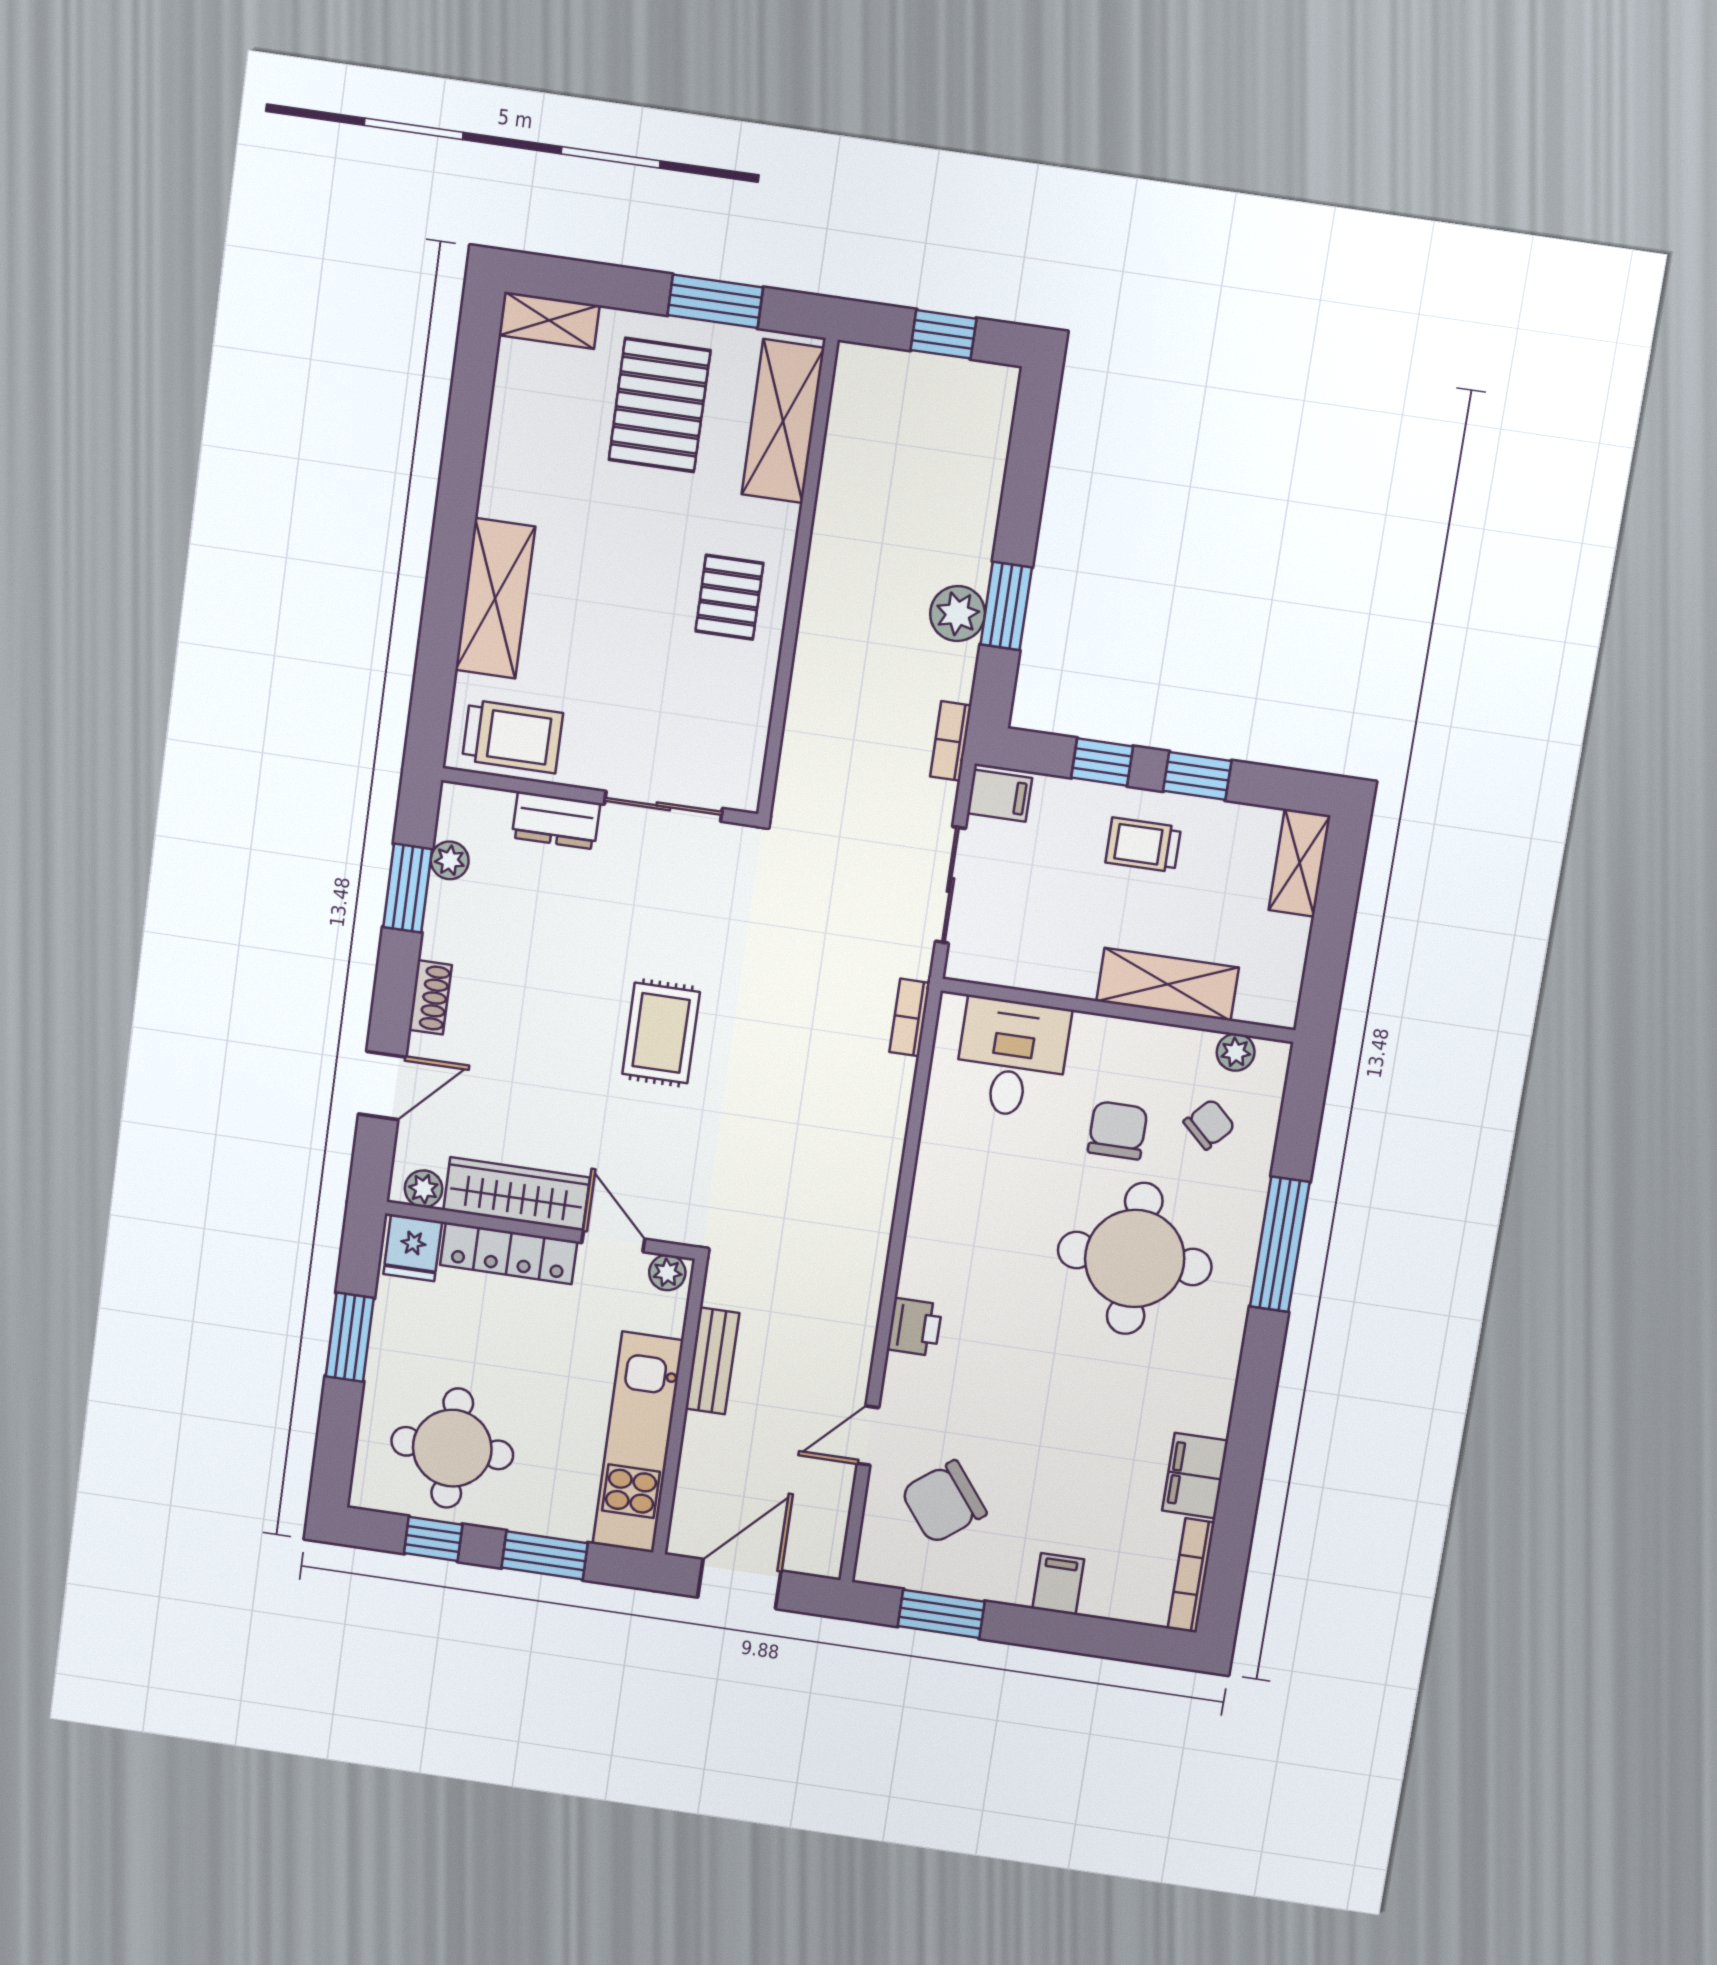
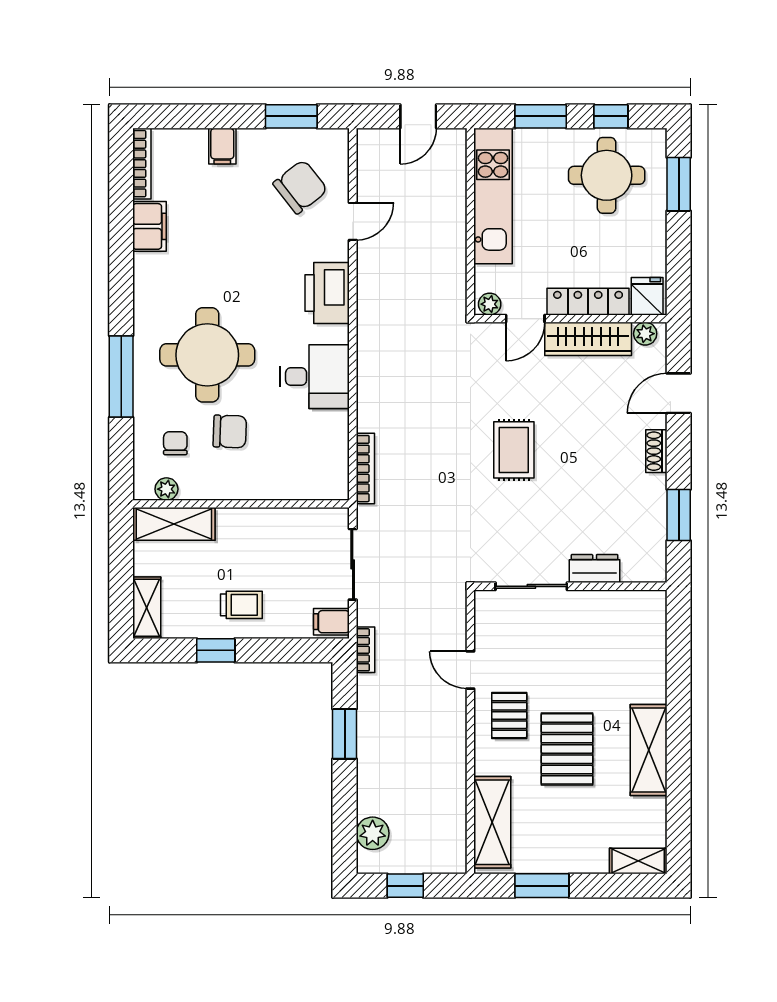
pallet: (660, 405) -> (567, 749), moved
shelving: (495, 598) -> (649, 750), moved
plant: (958, 614) -> (373, 833), moved
door: (783, 682) -> (470, 670), added
trolley: (513, 736) -> (627, 615), removed
window: (1102, 762) -> (273, 650), removed
plant: (450, 860) -> (655, 535), removed
shelving: (1168, 984) -> (174, 524), moved
bookcase: (910, 1018) -> (365, 469), width x1.56
desk: (1012, 1058) -> (315, 377), moved, turned -90
chair: (1209, 1124) -> (175, 443), turned 137
chair: (1118, 1130) -> (230, 431), turned -88
door: (613, 1241) -> (525, 319), hinge flipped
printer: (915, 1327) -> (327, 293), width x1.87, depth x1.48
window: (350, 1337) -> (679, 184), moved
bench: (712, 1361) -> (455, 254), removed
door: (739, 1584) -> (418, 116), width x0.73

